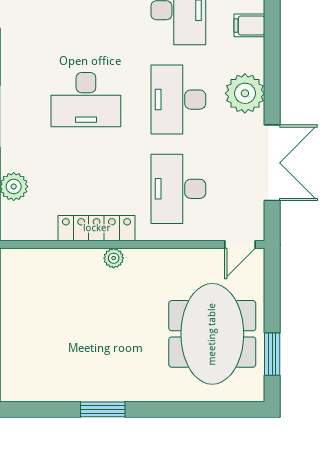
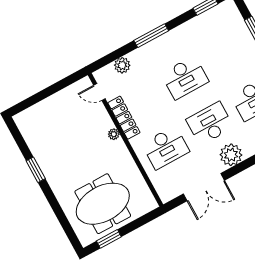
desk: (86, 100) -> (185, 78), turned -90
desk: (178, 189) -> (166, 148), turned 180
door: (240, 245) -> (99, 92), moved

